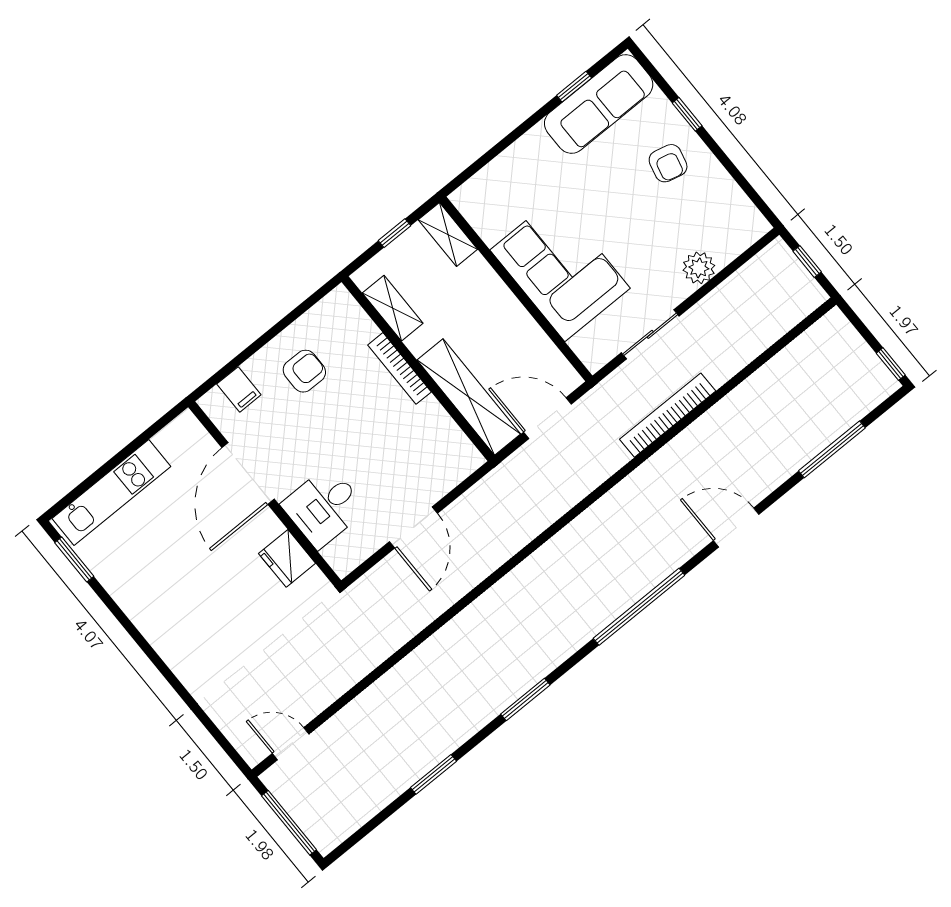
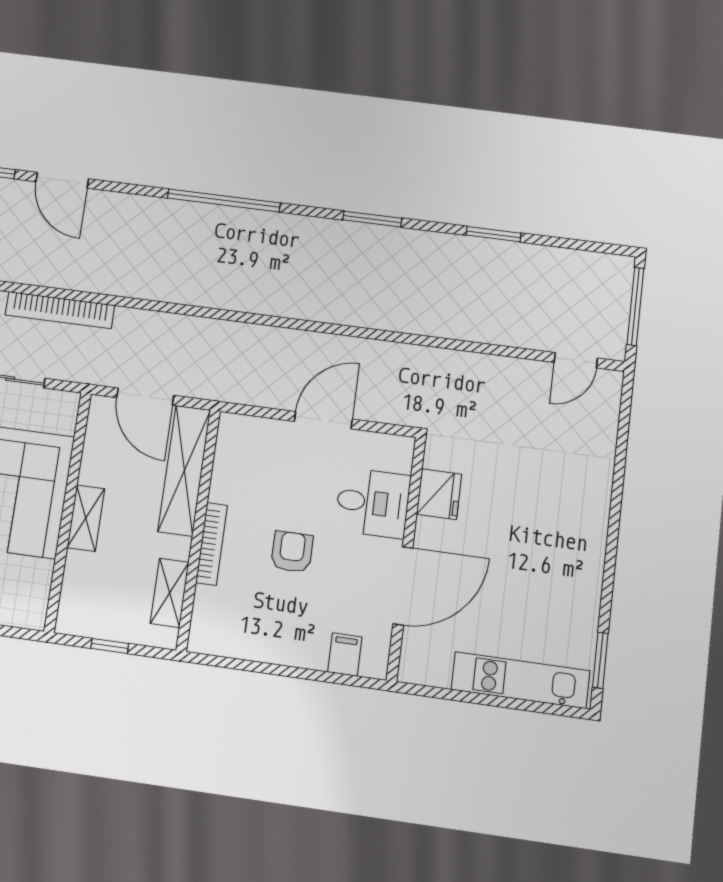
shelving: (448, 234) -> (86, 518), moved
armchair: (304, 371) -> (292, 552), moved, turned 90
door: (736, 527) -> (62, 180), moved
door: (291, 744) -> (576, 360), hinge flipped

